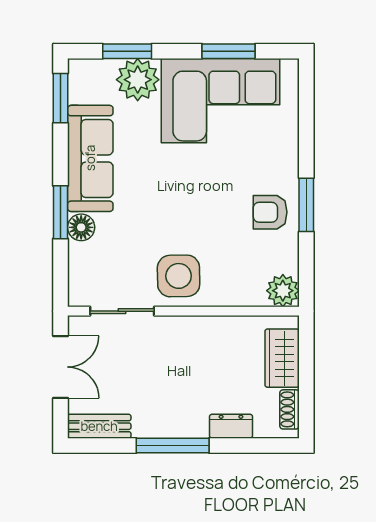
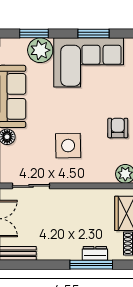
armchair: (270, 212) -> (118, 128), turned 90
side table: (179, 276) -> (68, 146), moved
window: (173, 445) -> (91, 265), moved

